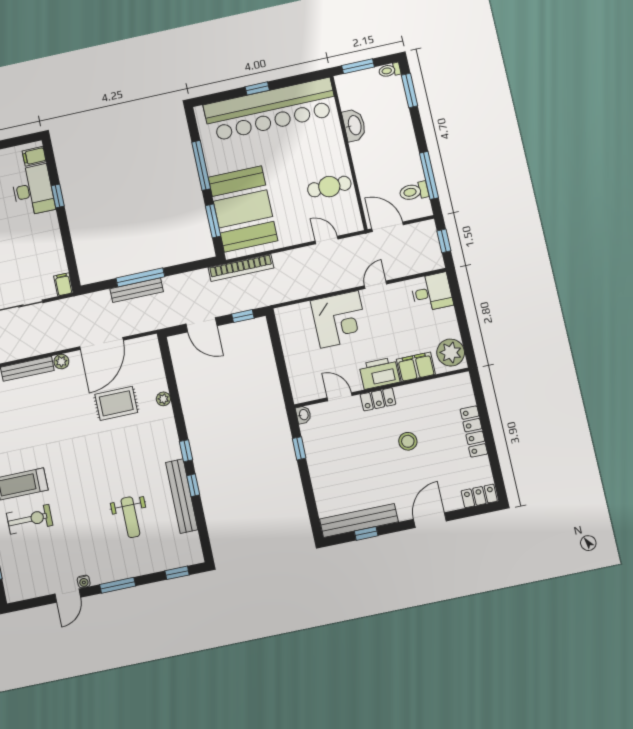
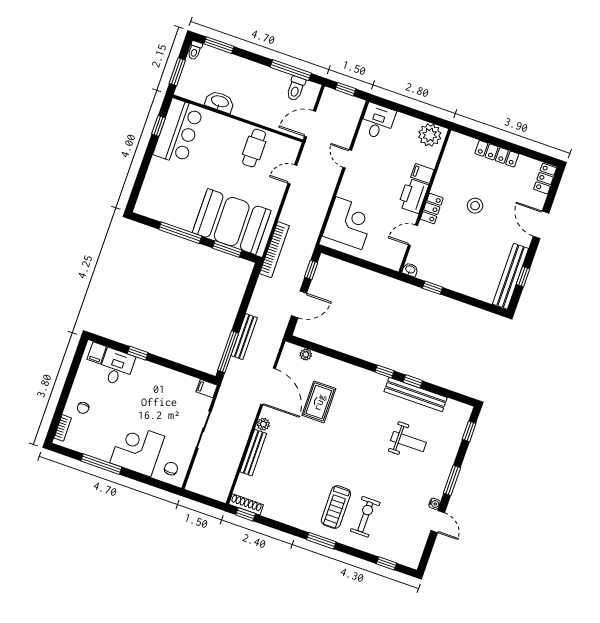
window: (257, 88) -> (158, 126), moved
bar counter: (270, 110) -> (178, 132), width x0.54
desk: (33, 190) -> (117, 367), width x0.73
window: (140, 277) -> (228, 352), moved
corner desk: (339, 319) -> (349, 223), moved
filing cabinet: (416, 367) -> (422, 173), width x0.50
plant: (163, 399) -> (306, 355), moved

